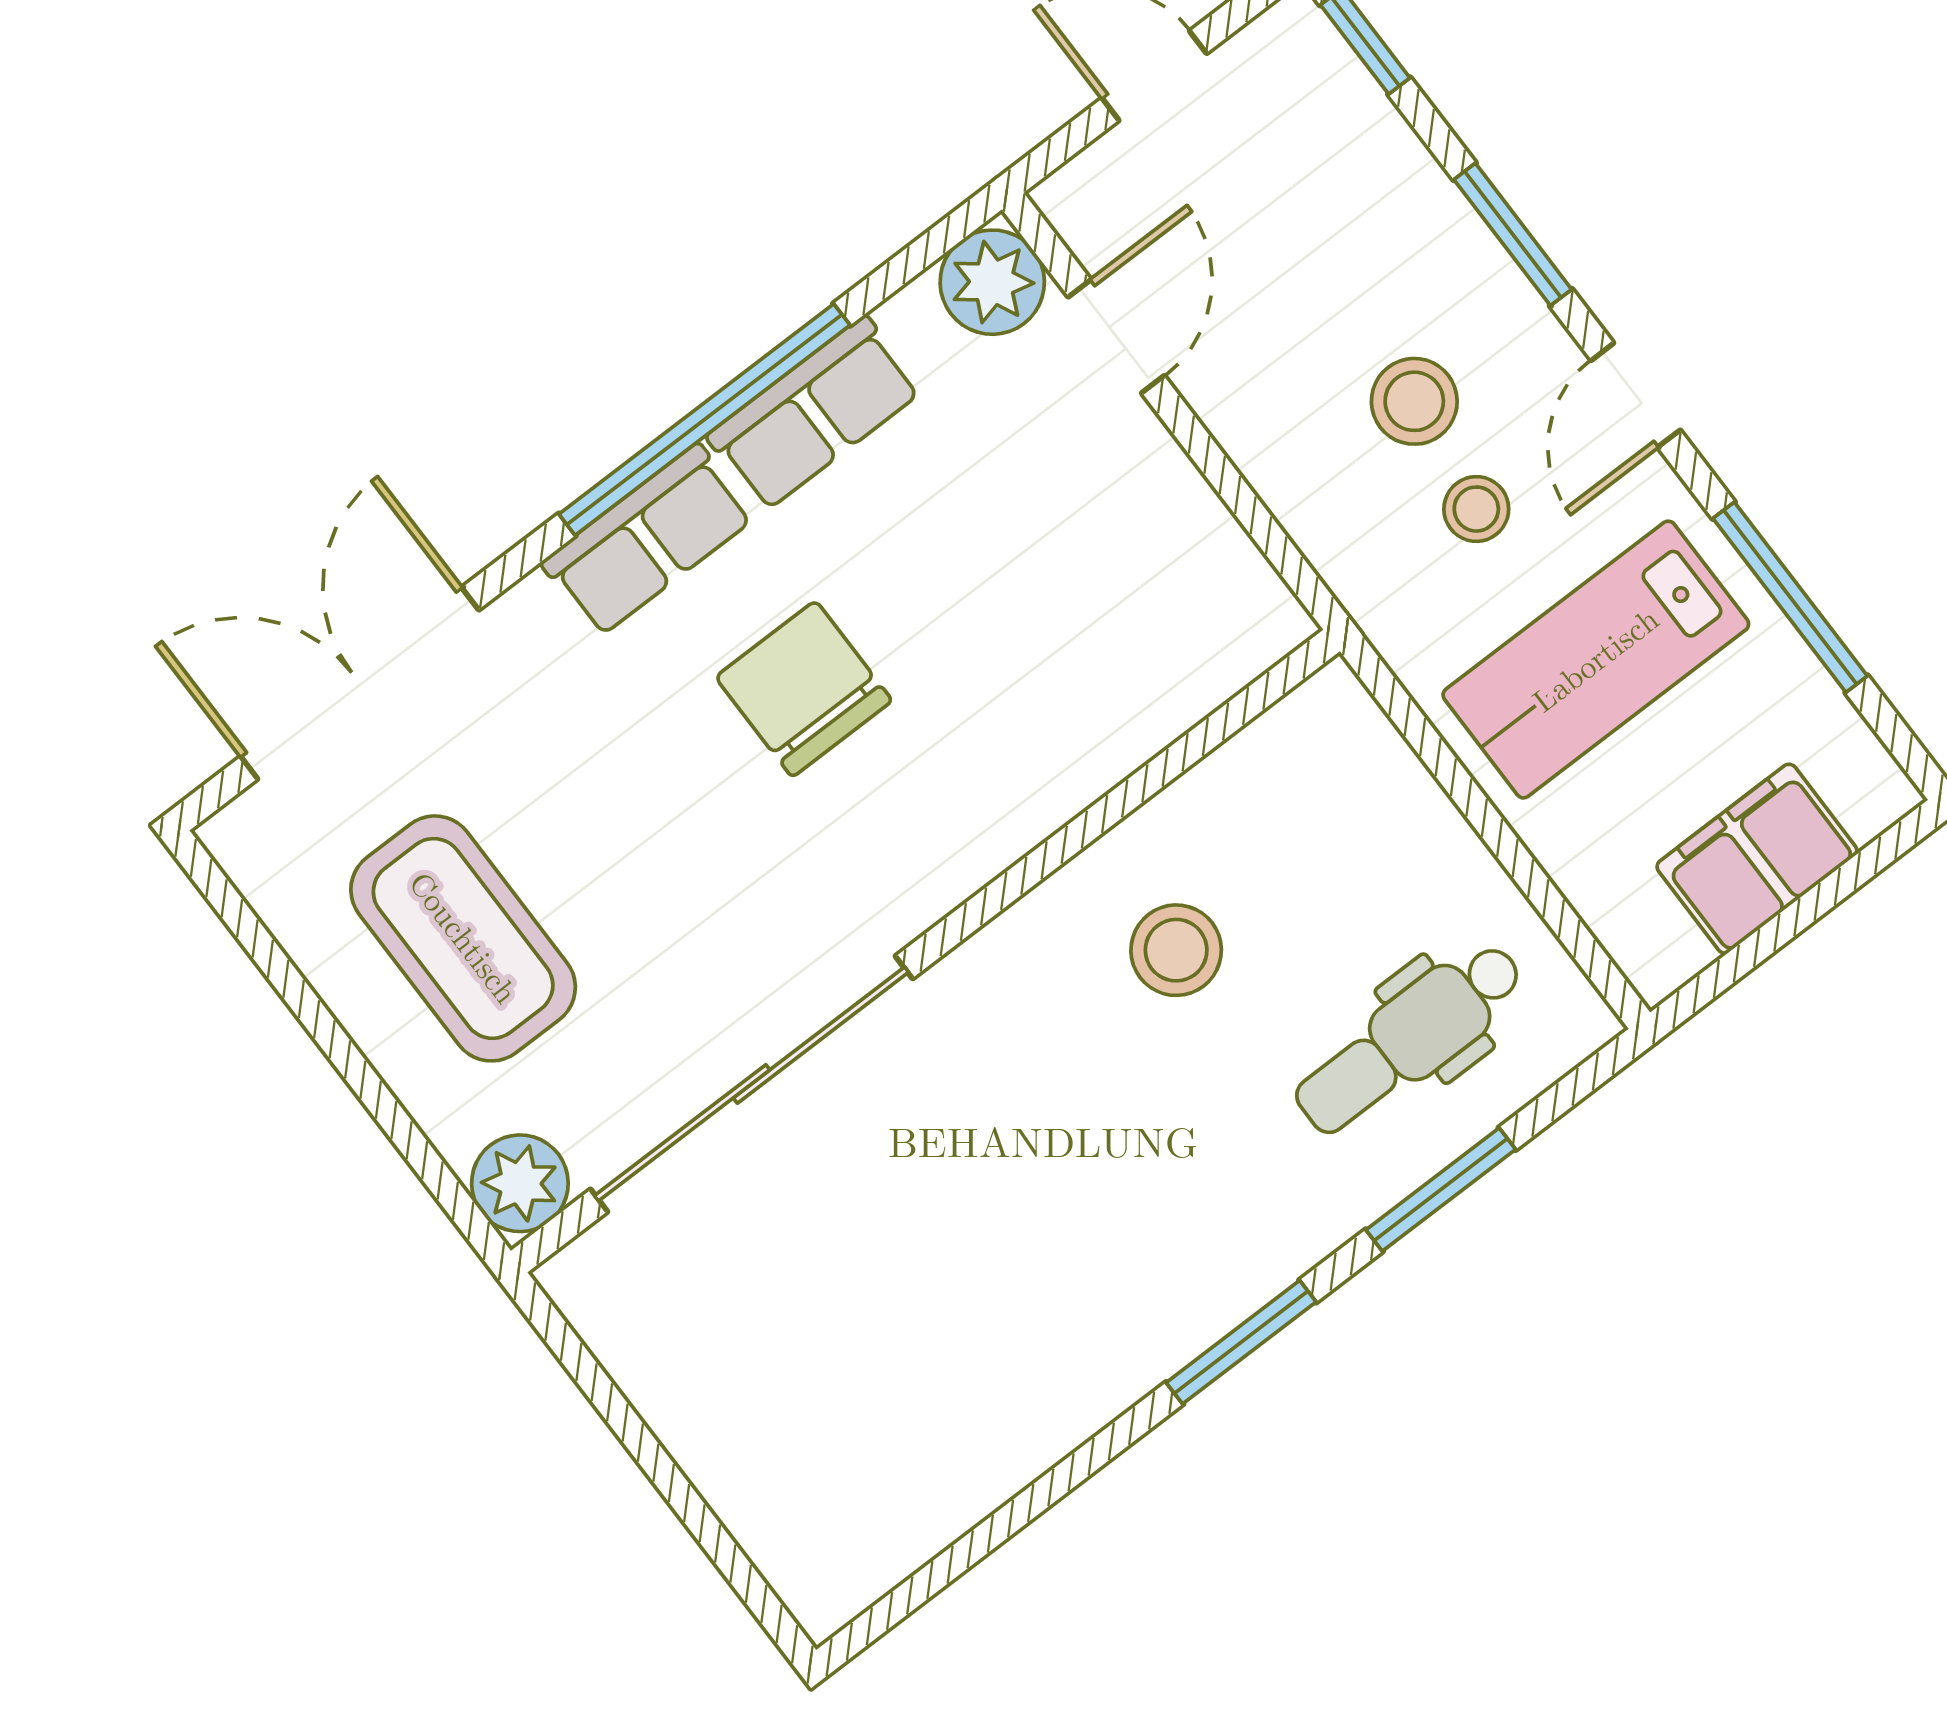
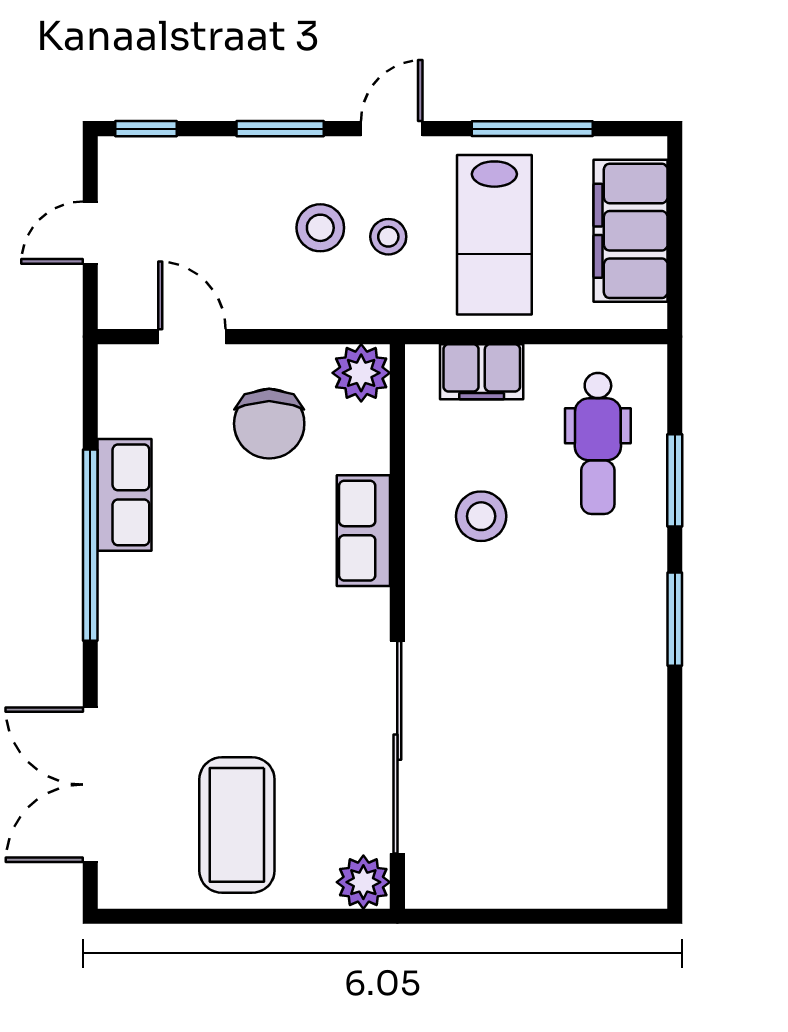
plant: (992, 282) -> (361, 373), moved
door: (1636, 395) -> (392, 129), swing flipped
row of seats: (648, 540) -> (363, 531), moved, turned 180
chair: (804, 689) -> (269, 424), moved, turned -90
filing cabinet: (1385, 792) -> (482, 372), added
filing cabinet: (1757, 859) -> (631, 231), width x1.50, depth x1.17
coffee table: (463, 938) -> (237, 825), turned 90

